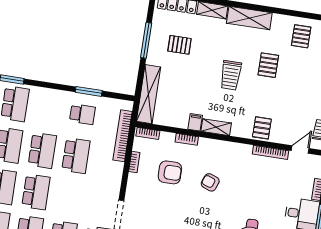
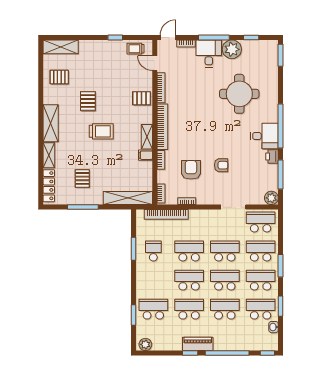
pallet: (268, 65) -> (88, 101), turned 90
bookcase: (225, 147) -> (162, 127), added
armchair: (210, 182) -> (221, 165), moved, turned -110
school desk: (70, 197) -> (225, 251), added

